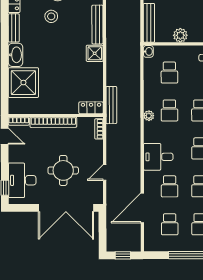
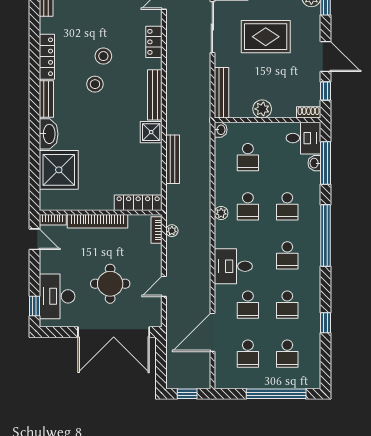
bench: (111, 105) -> (173, 159), moved
locker: (91, 108) -> (138, 203), width x1.53
plant: (111, 129) -> (172, 231), added

